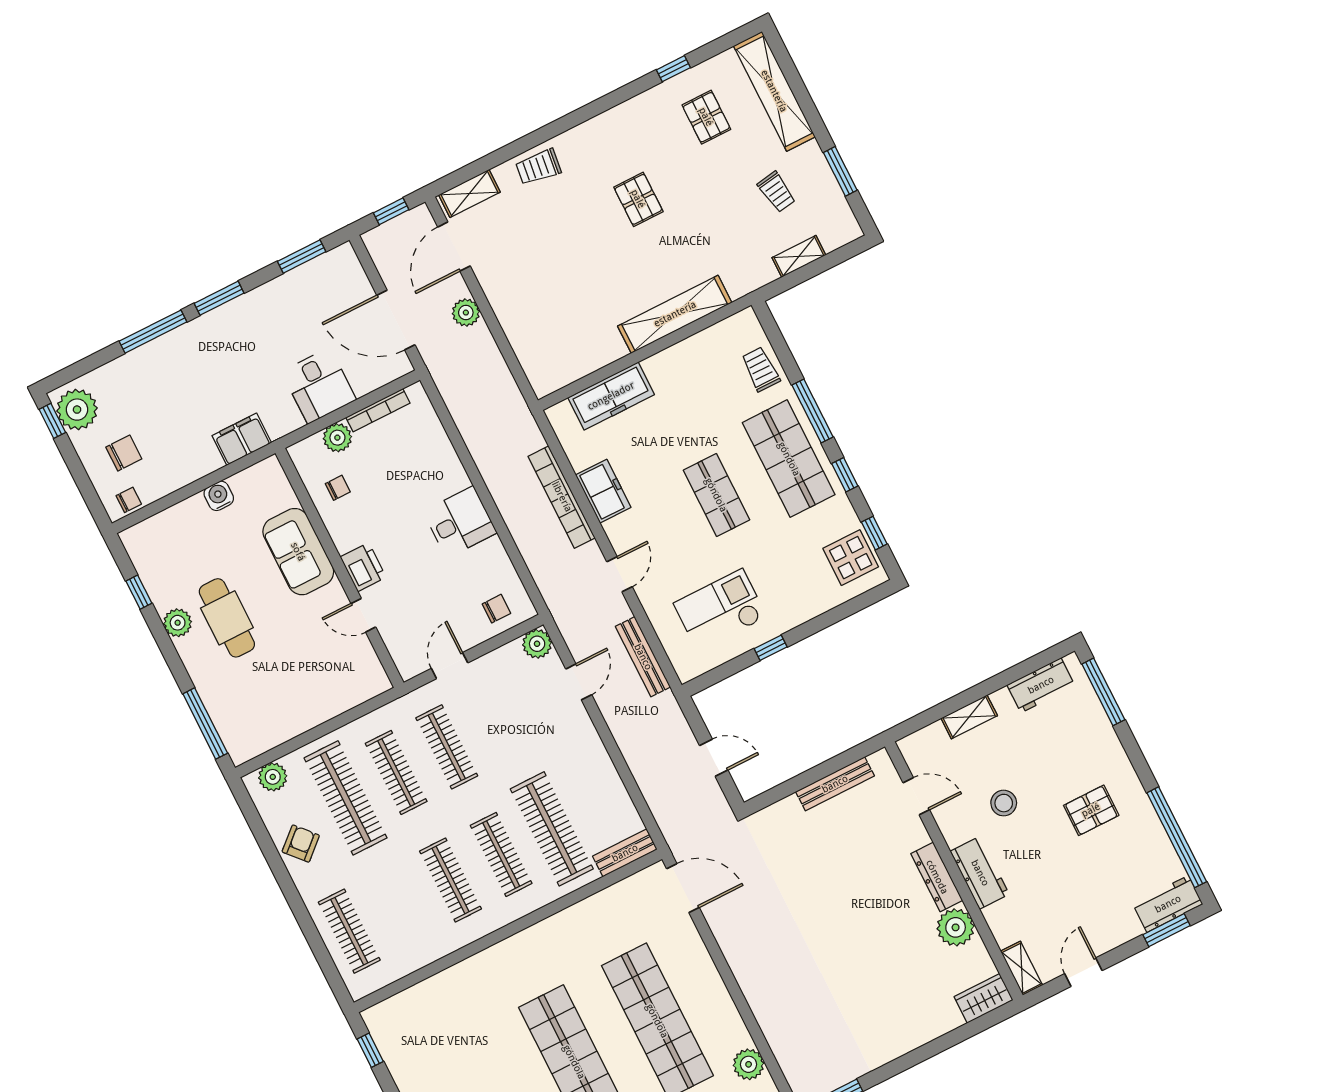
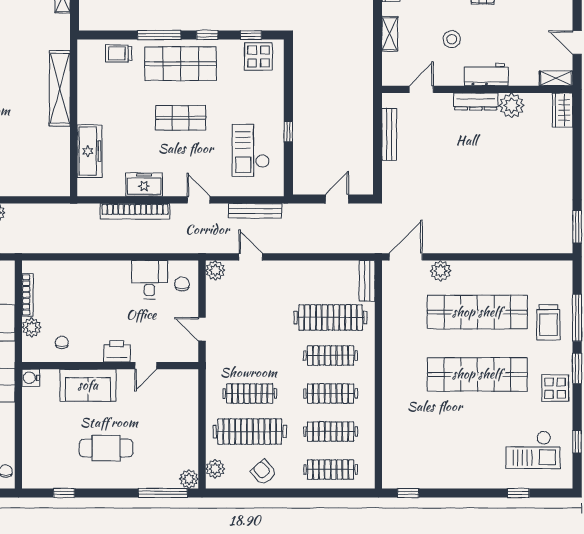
water cooler: (219, 496) -> (31, 378), moved
desk: (460, 522) -> (149, 280), moved
plant: (178, 623) -> (189, 479), moved
clothes rail: (447, 747) -> (331, 432), moved
plant: (749, 1064) -> (441, 271), moved

